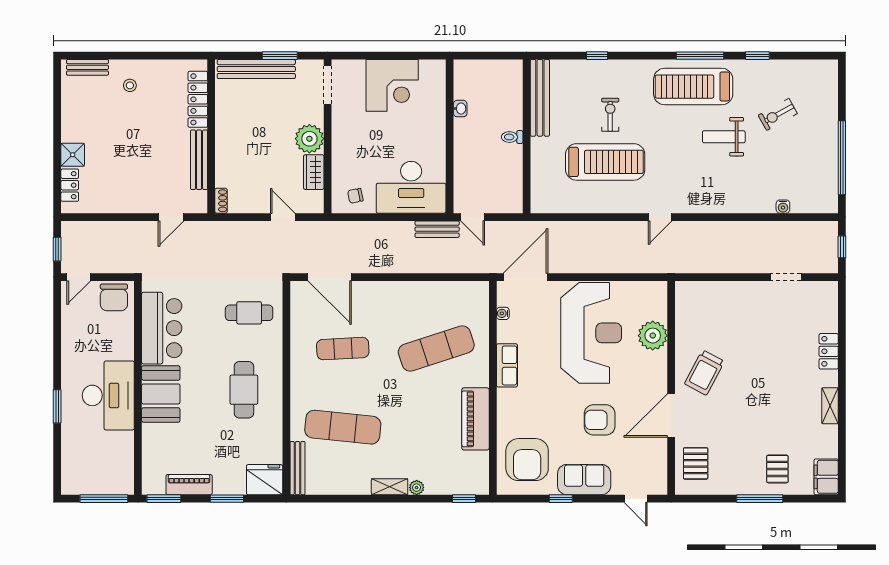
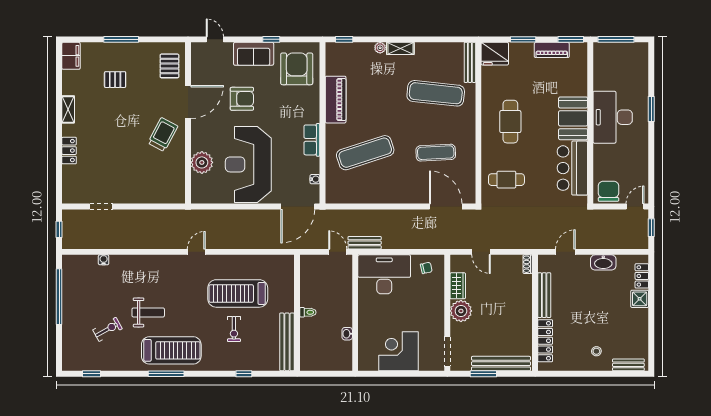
window: (757, 56) -> (91, 374), moved
washbasin: (121, 203) -> (603, 262), added
pallet: (777, 469) -> (115, 80), moved, turned 90

